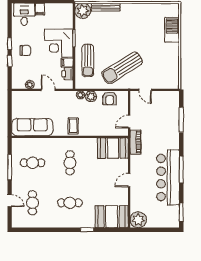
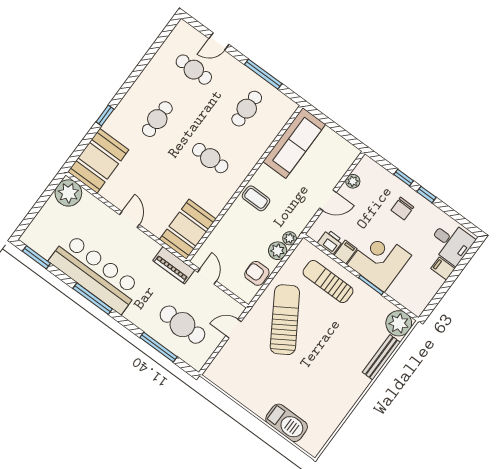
cafe table: (162, 116) -> (182, 325), added

